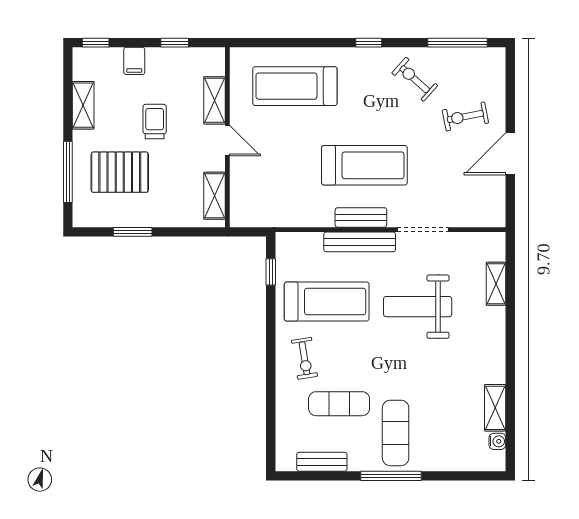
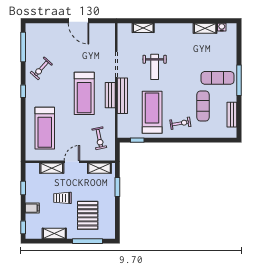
exercise bike: (465, 116) -> (99, 138), moved
treadmill: (364, 165) -> (84, 93), turned 180
window: (133, 232) -> (117, 187), moved
weight bench: (418, 307) -> (155, 67), width x0.73, depth x0.75

